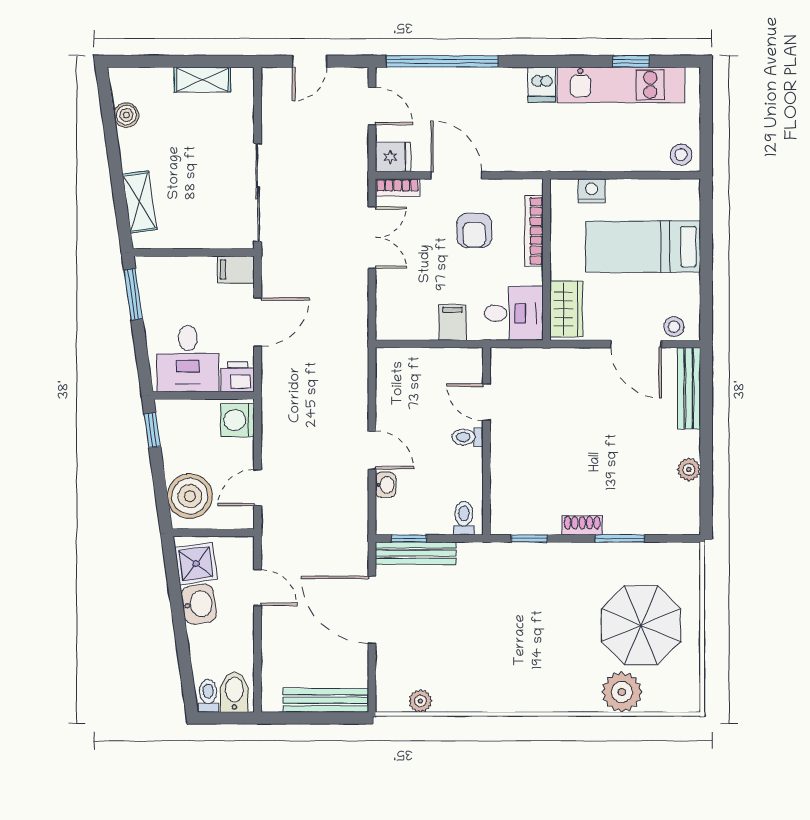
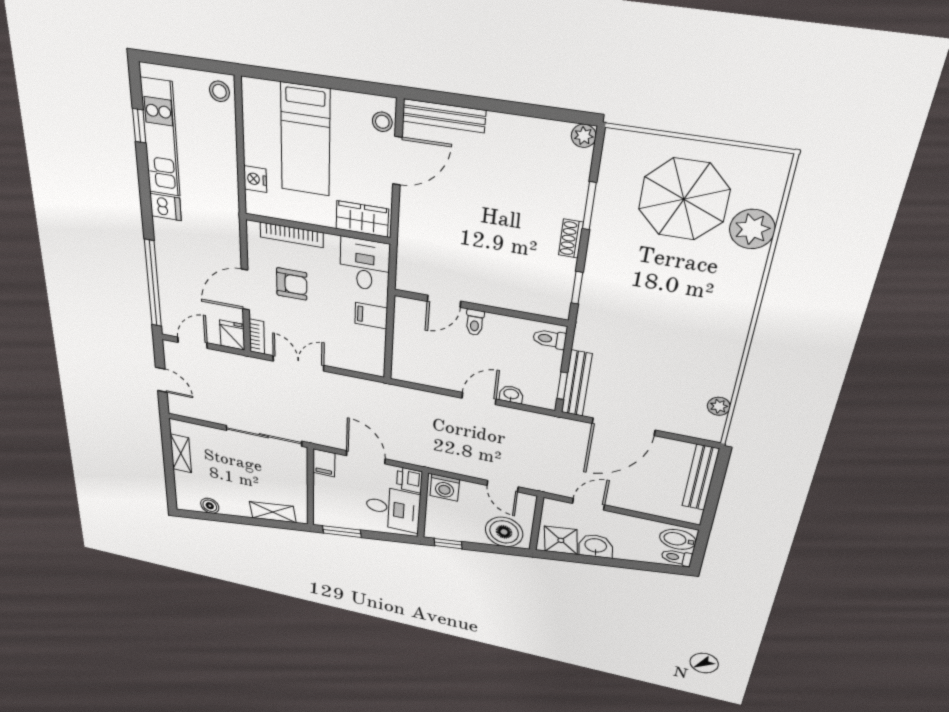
plant: (689, 470) -> (584, 136), moved

